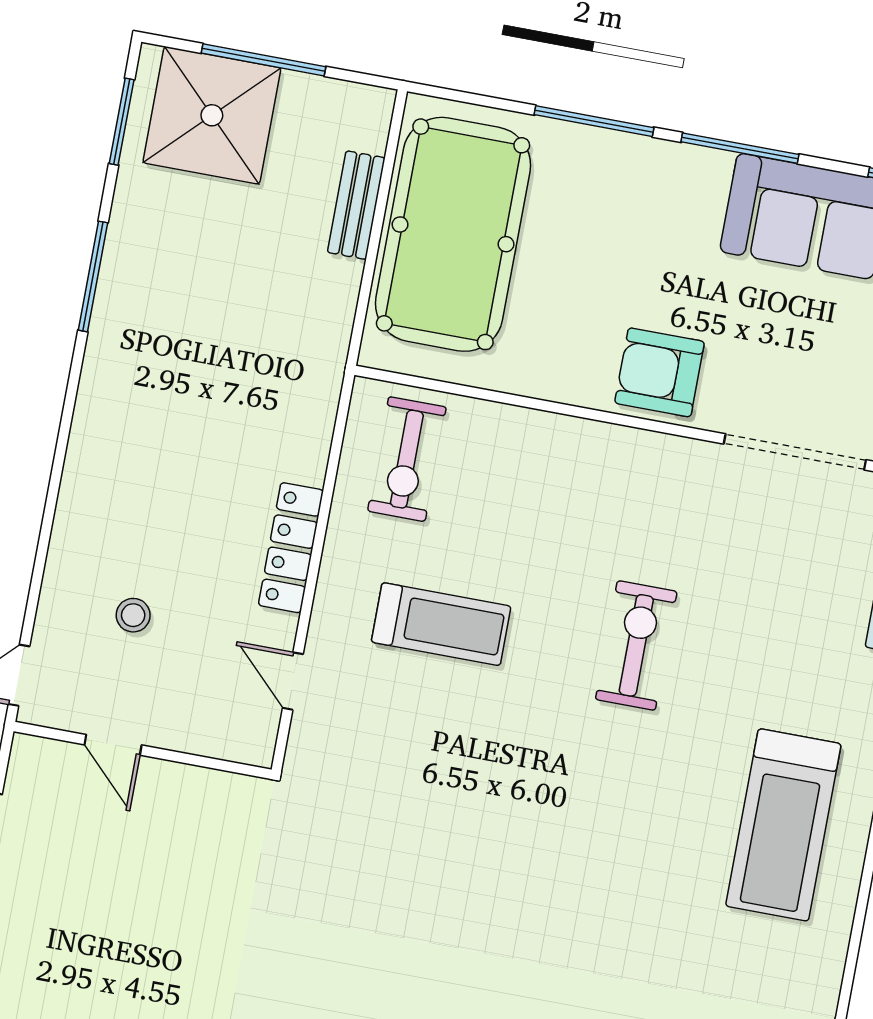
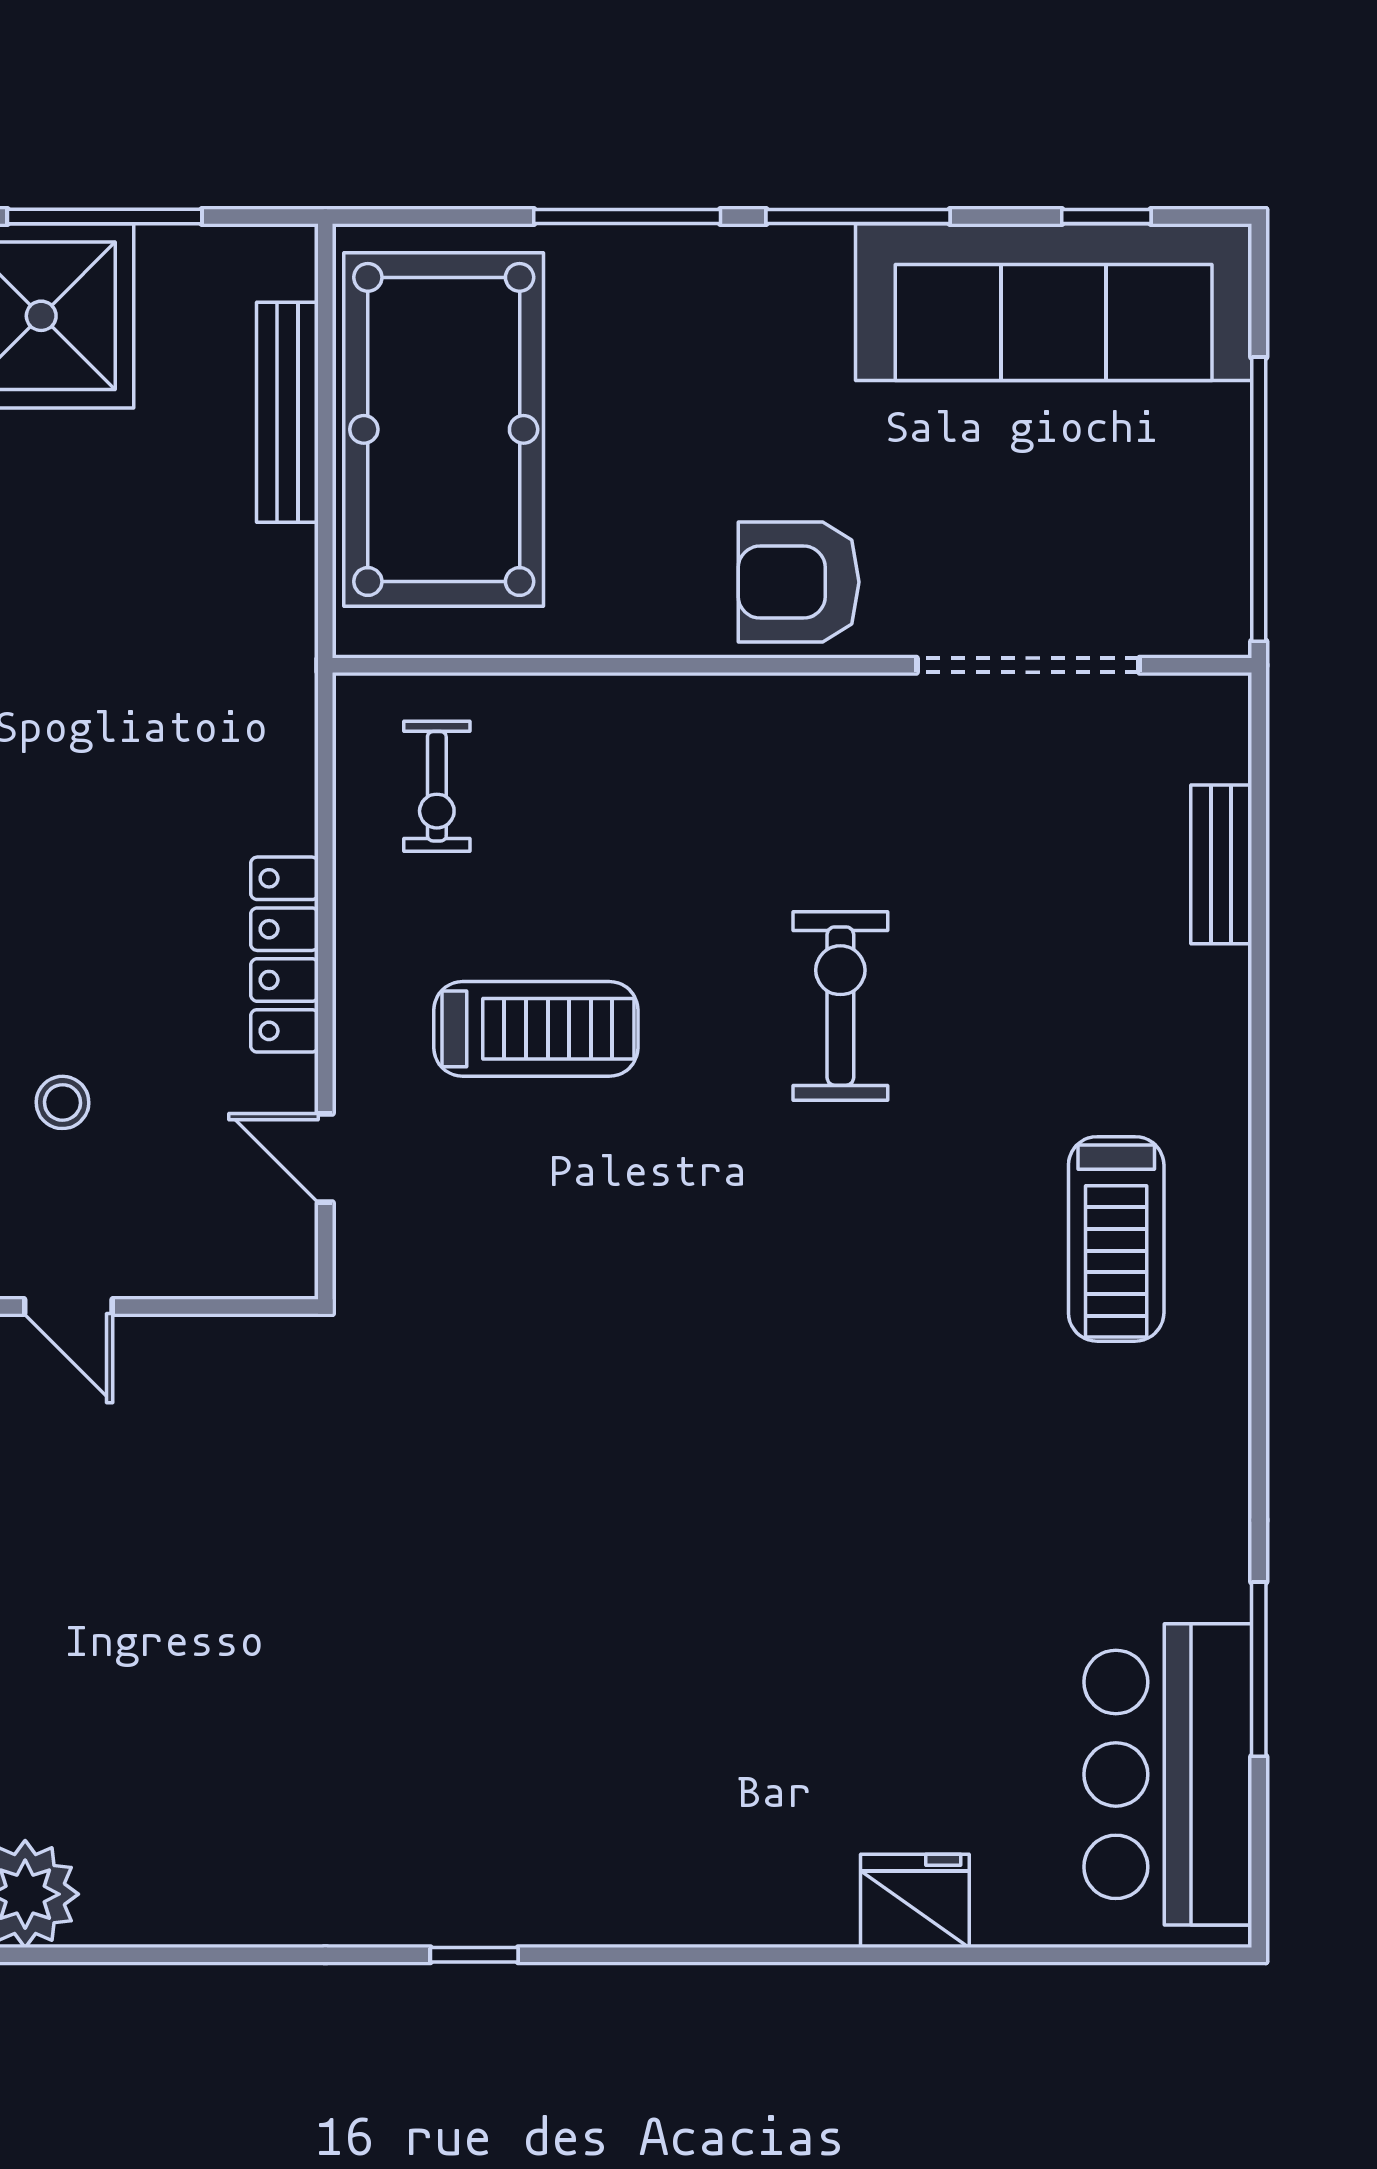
bench: (356, 205) -> (287, 412), width x1.36
exercise bike: (407, 459) -> (437, 786), width x0.73, depth x0.72
treadmill: (783, 825) -> (1116, 1239), width x0.73, depth x0.73

